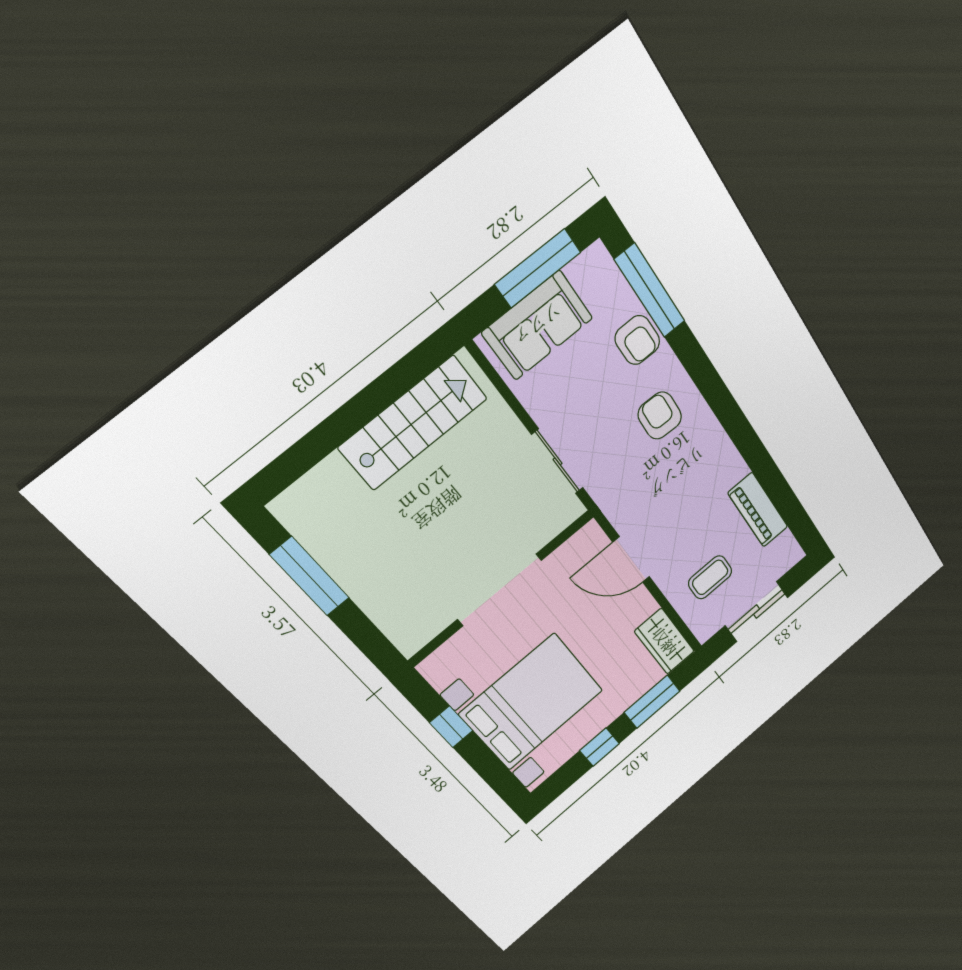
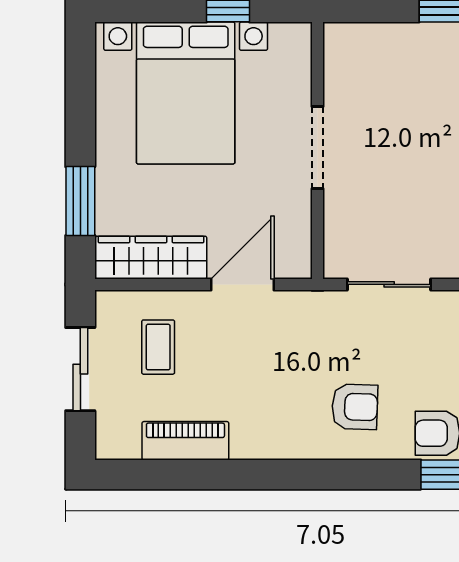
doorway: (500, 590) -> (317, 148), width x0.73
wardrobe: (665, 641) -> (151, 258), width x1.50
window: (600, 747) -> (80, 118), removed

